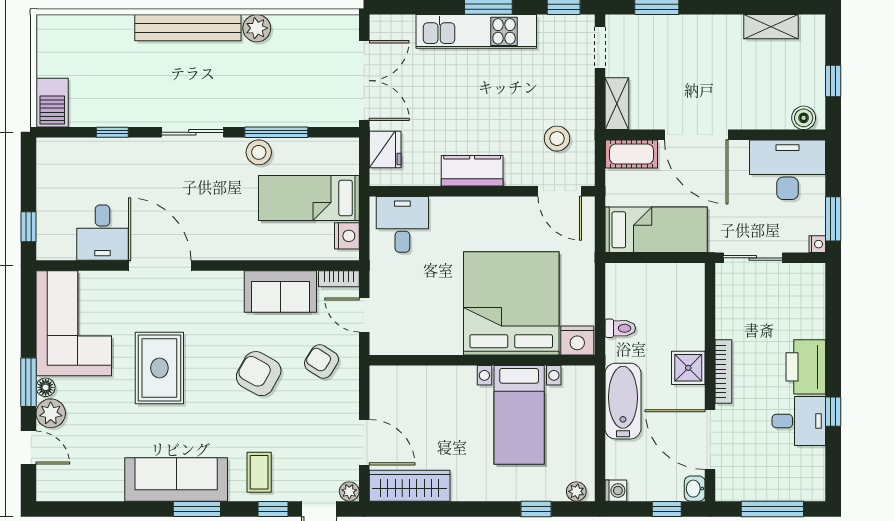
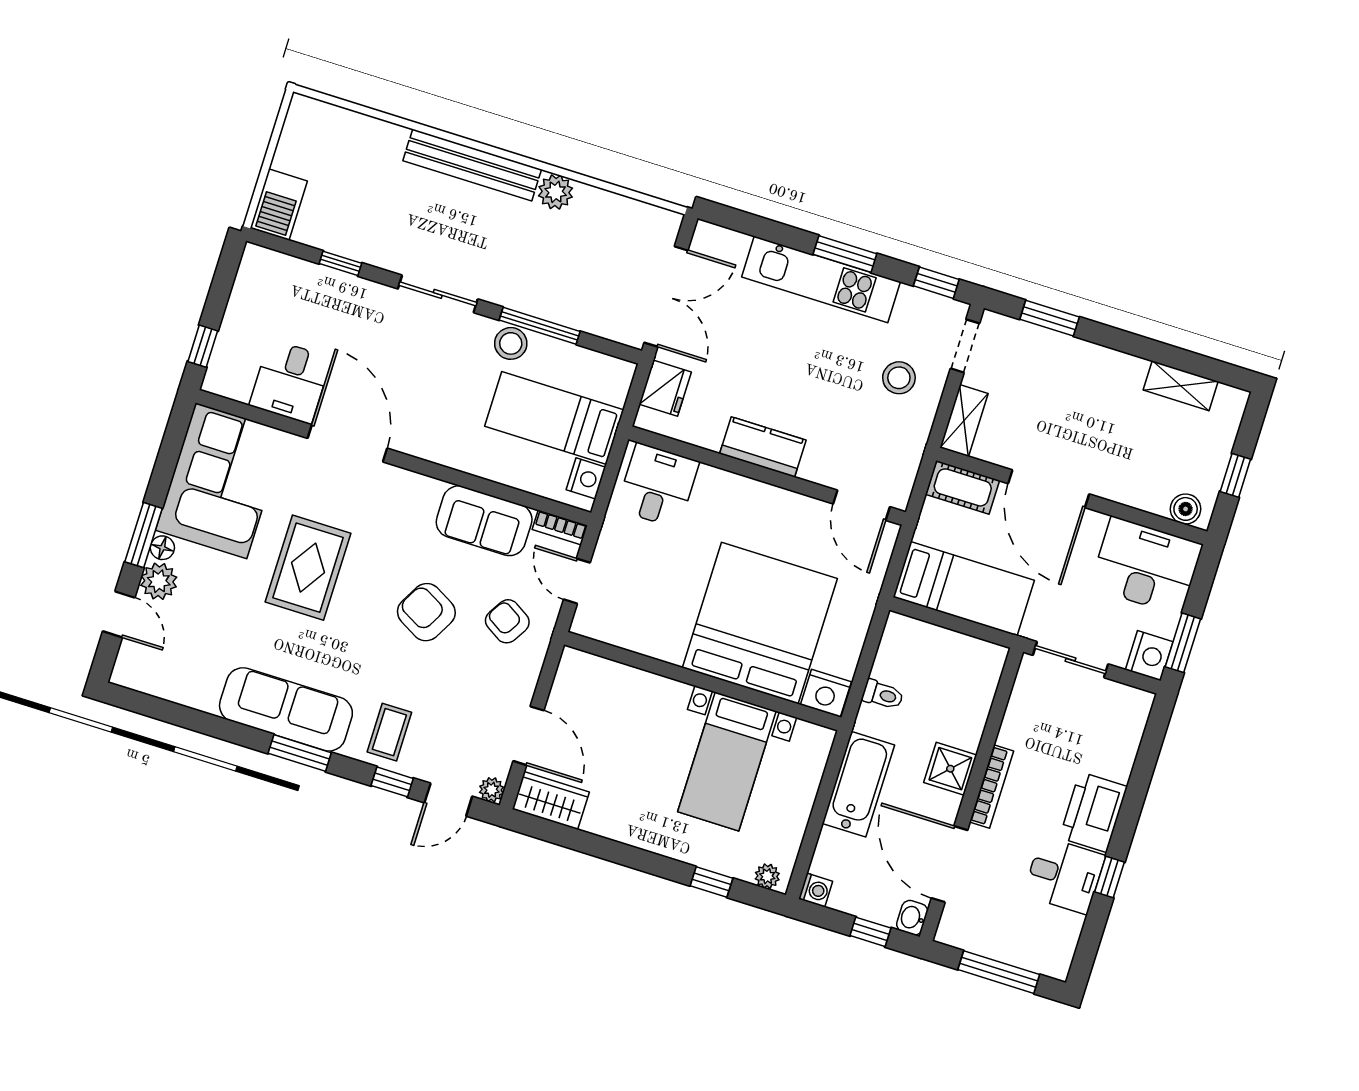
stool: (557, 139) -> (899, 378), moved
nightstand: (817, 244) -> (1149, 656), width x1.89, depth x1.79
wardrobe: (410, 486) -> (551, 801), width x0.67

